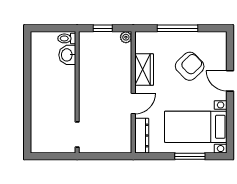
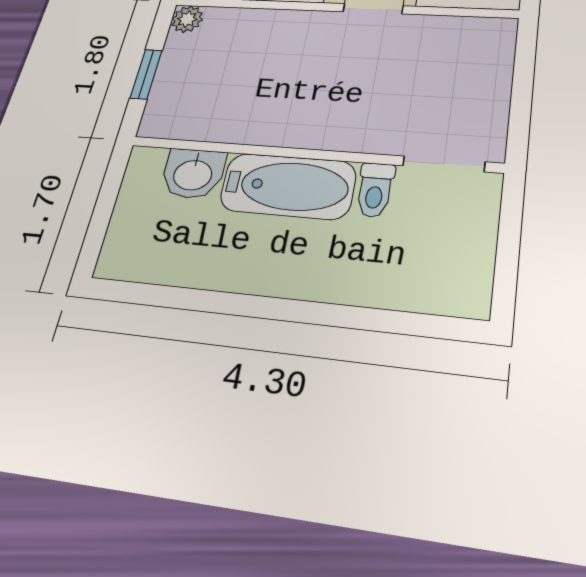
toilet: (67, 38) -> (375, 190), moved
bathtub: (66, 87) -> (288, 186), added

